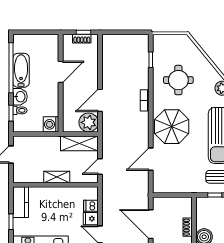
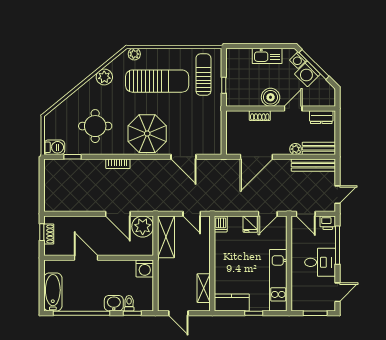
barbecue: (159, 43) -> (54, 147), added
bathtub: (21, 70) -> (53, 292), moved, turned 90
shelving: (57, 177) -> (204, 288), moved
dishwasher: (91, 206) -> (221, 224), moved

